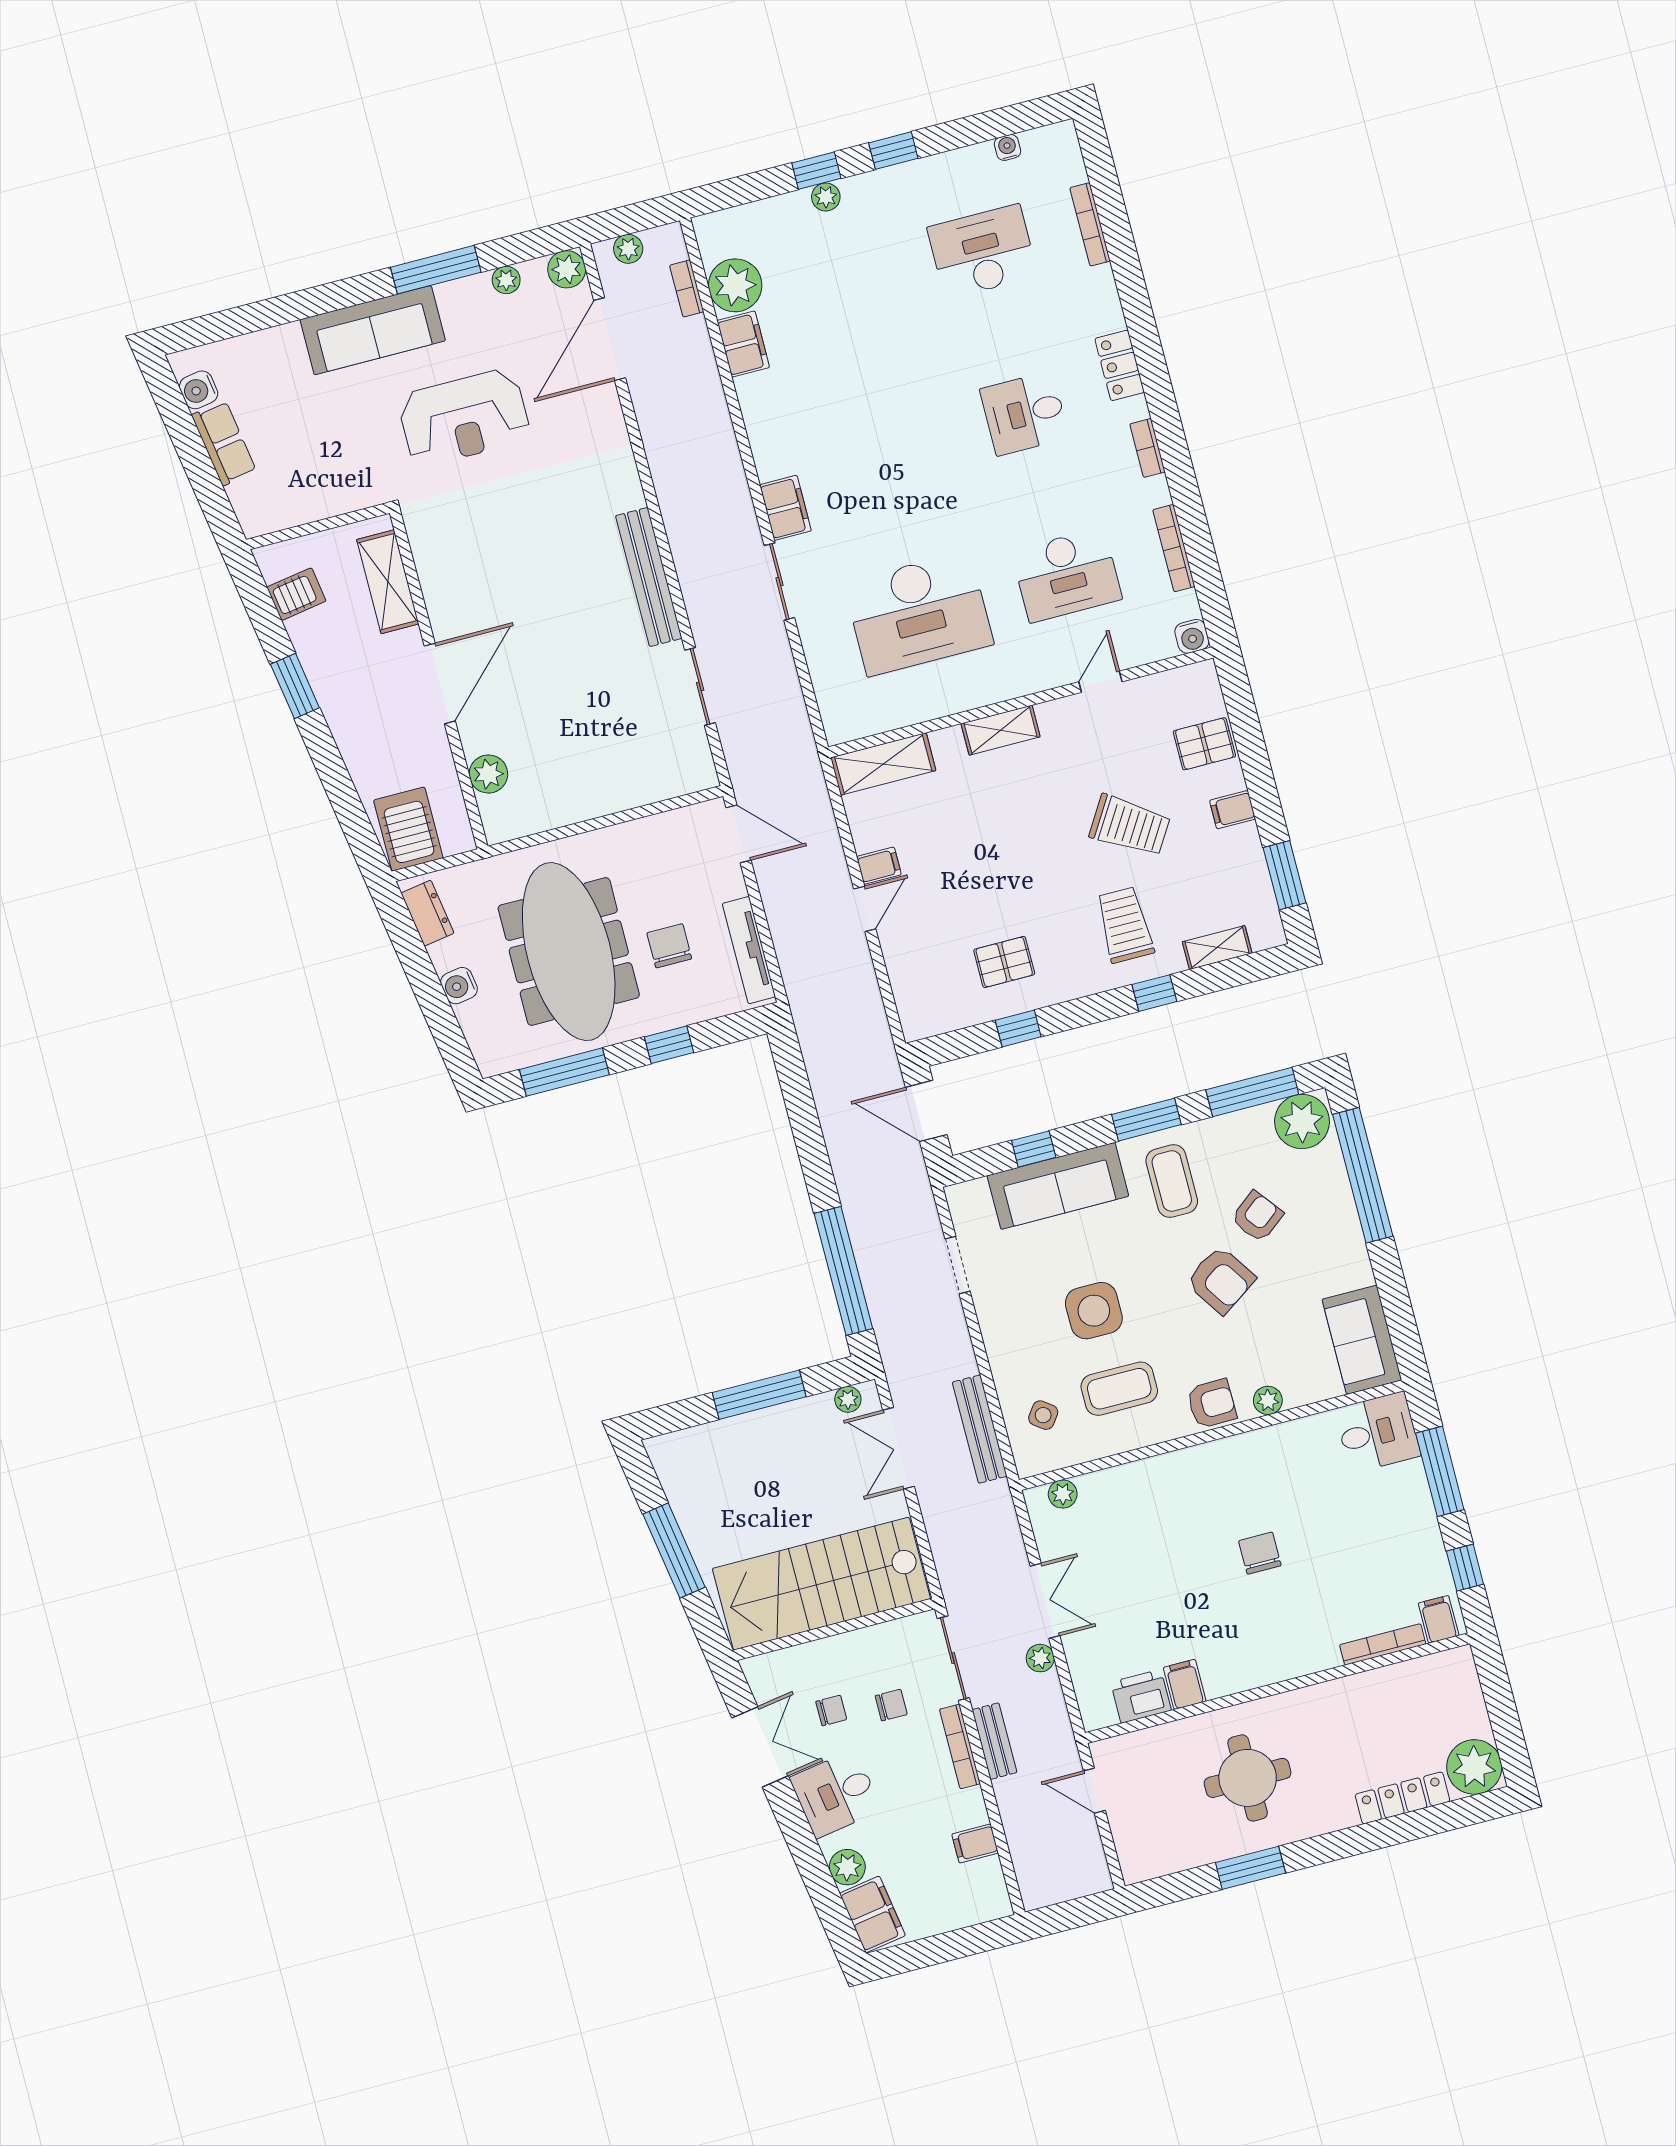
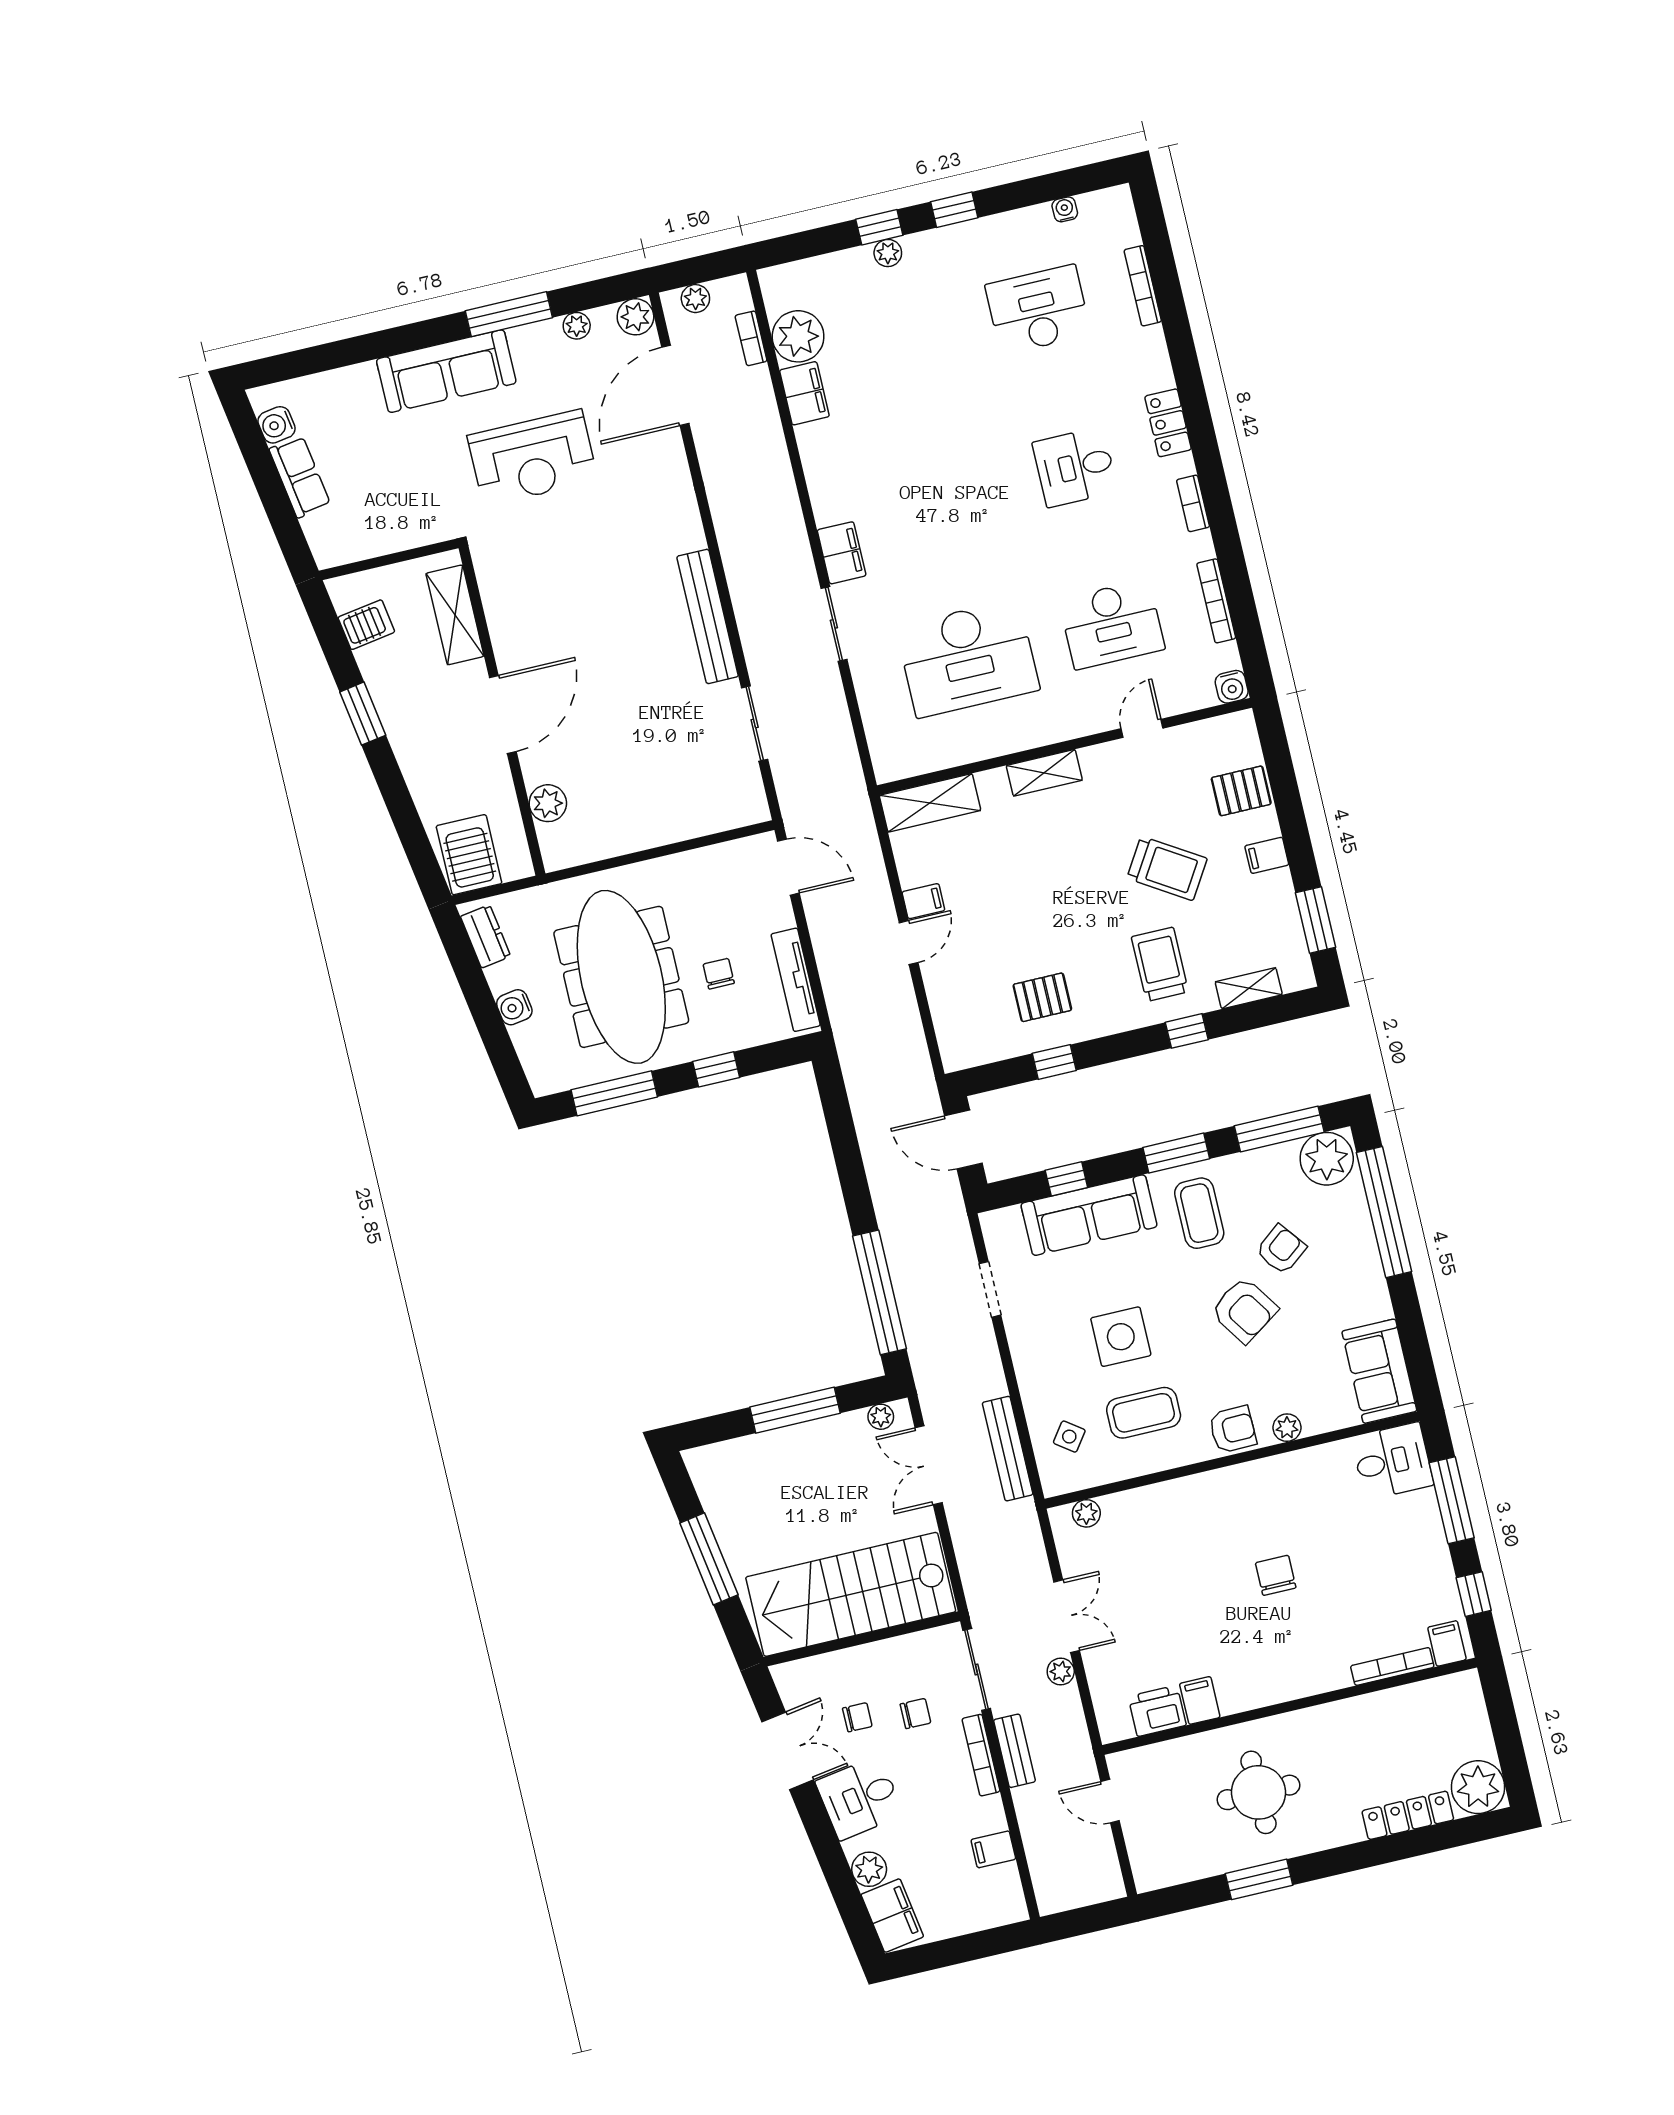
chair: (669, 946) -> (719, 974), width x0.73, depth x0.73

